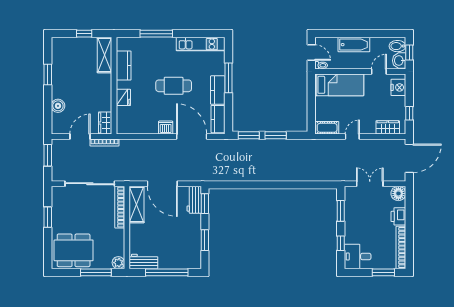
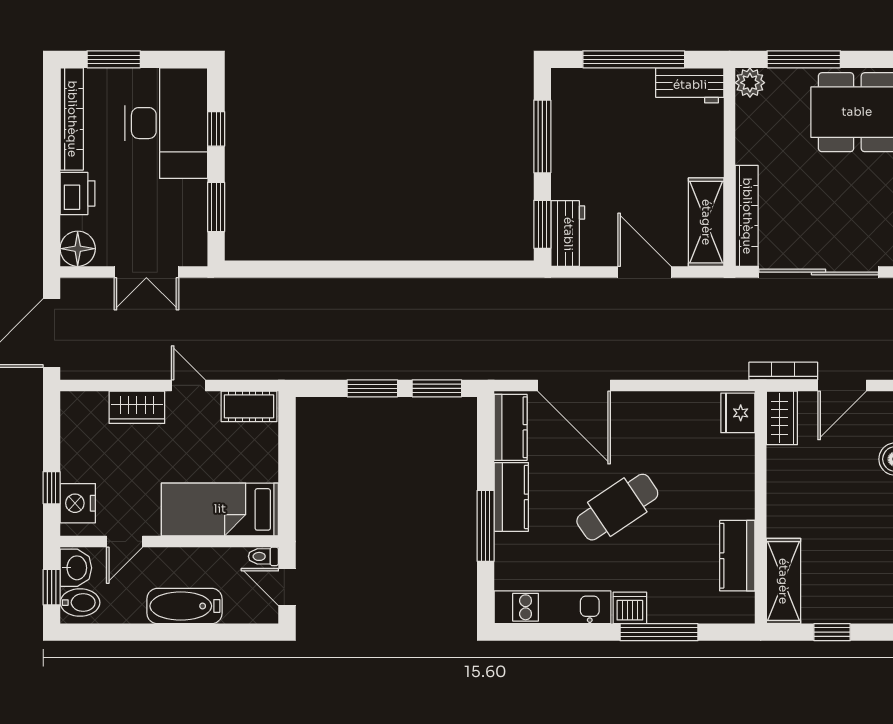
cafe table: (174, 86) -> (617, 507), turned -34
fridge: (123, 97) -> (738, 413), moved
window: (409, 113) -> (52, 488), moved
wardrobe: (388, 127) -> (137, 407), moved
dishwasher: (166, 128) -> (630, 608), moved, turned 180
door: (352, 136) -> (188, 385), swing flipped
door: (162, 184) -> (644, 272), width x0.73
window: (205, 240) -> (542, 136), width x1.44
desk: (358, 257) -> (166, 123), width x1.87, depth x1.30

